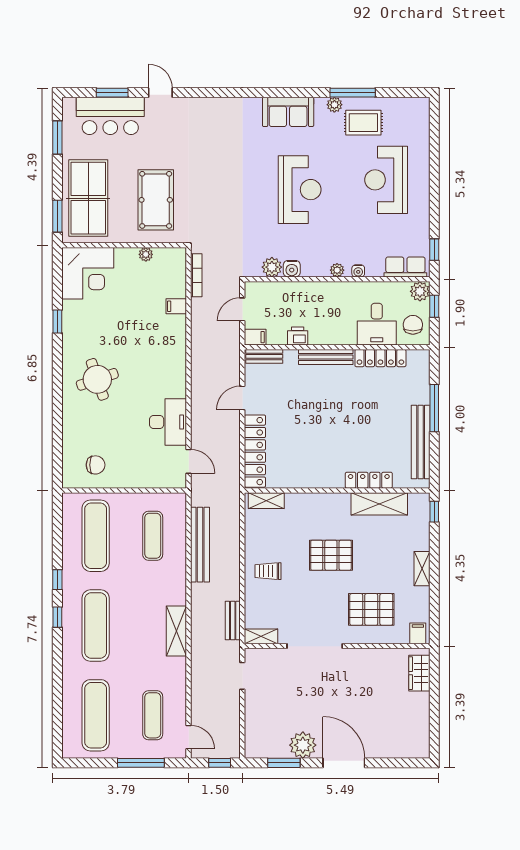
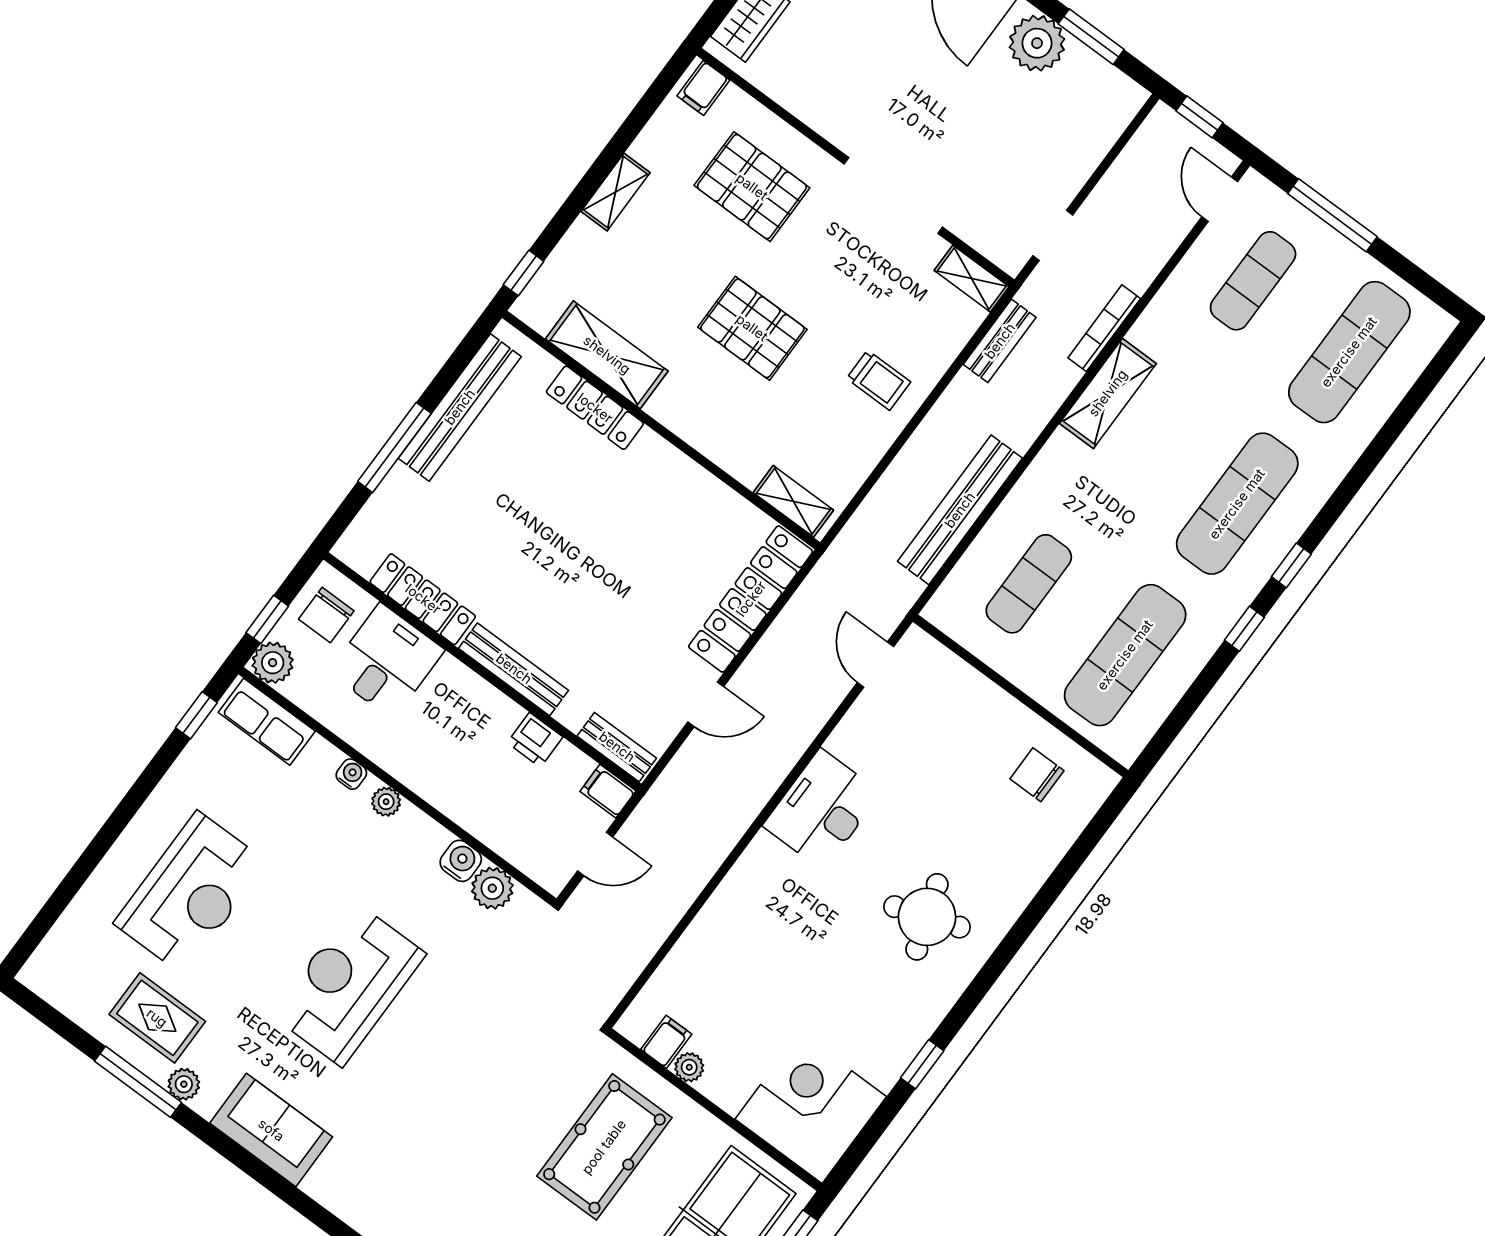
bookcase: (196, 275) -> (1104, 328), moved
filing cabinet: (176, 306) -> (666, 1042), moved, turned -90
desk: (168, 422) -> (822, 809), moved

